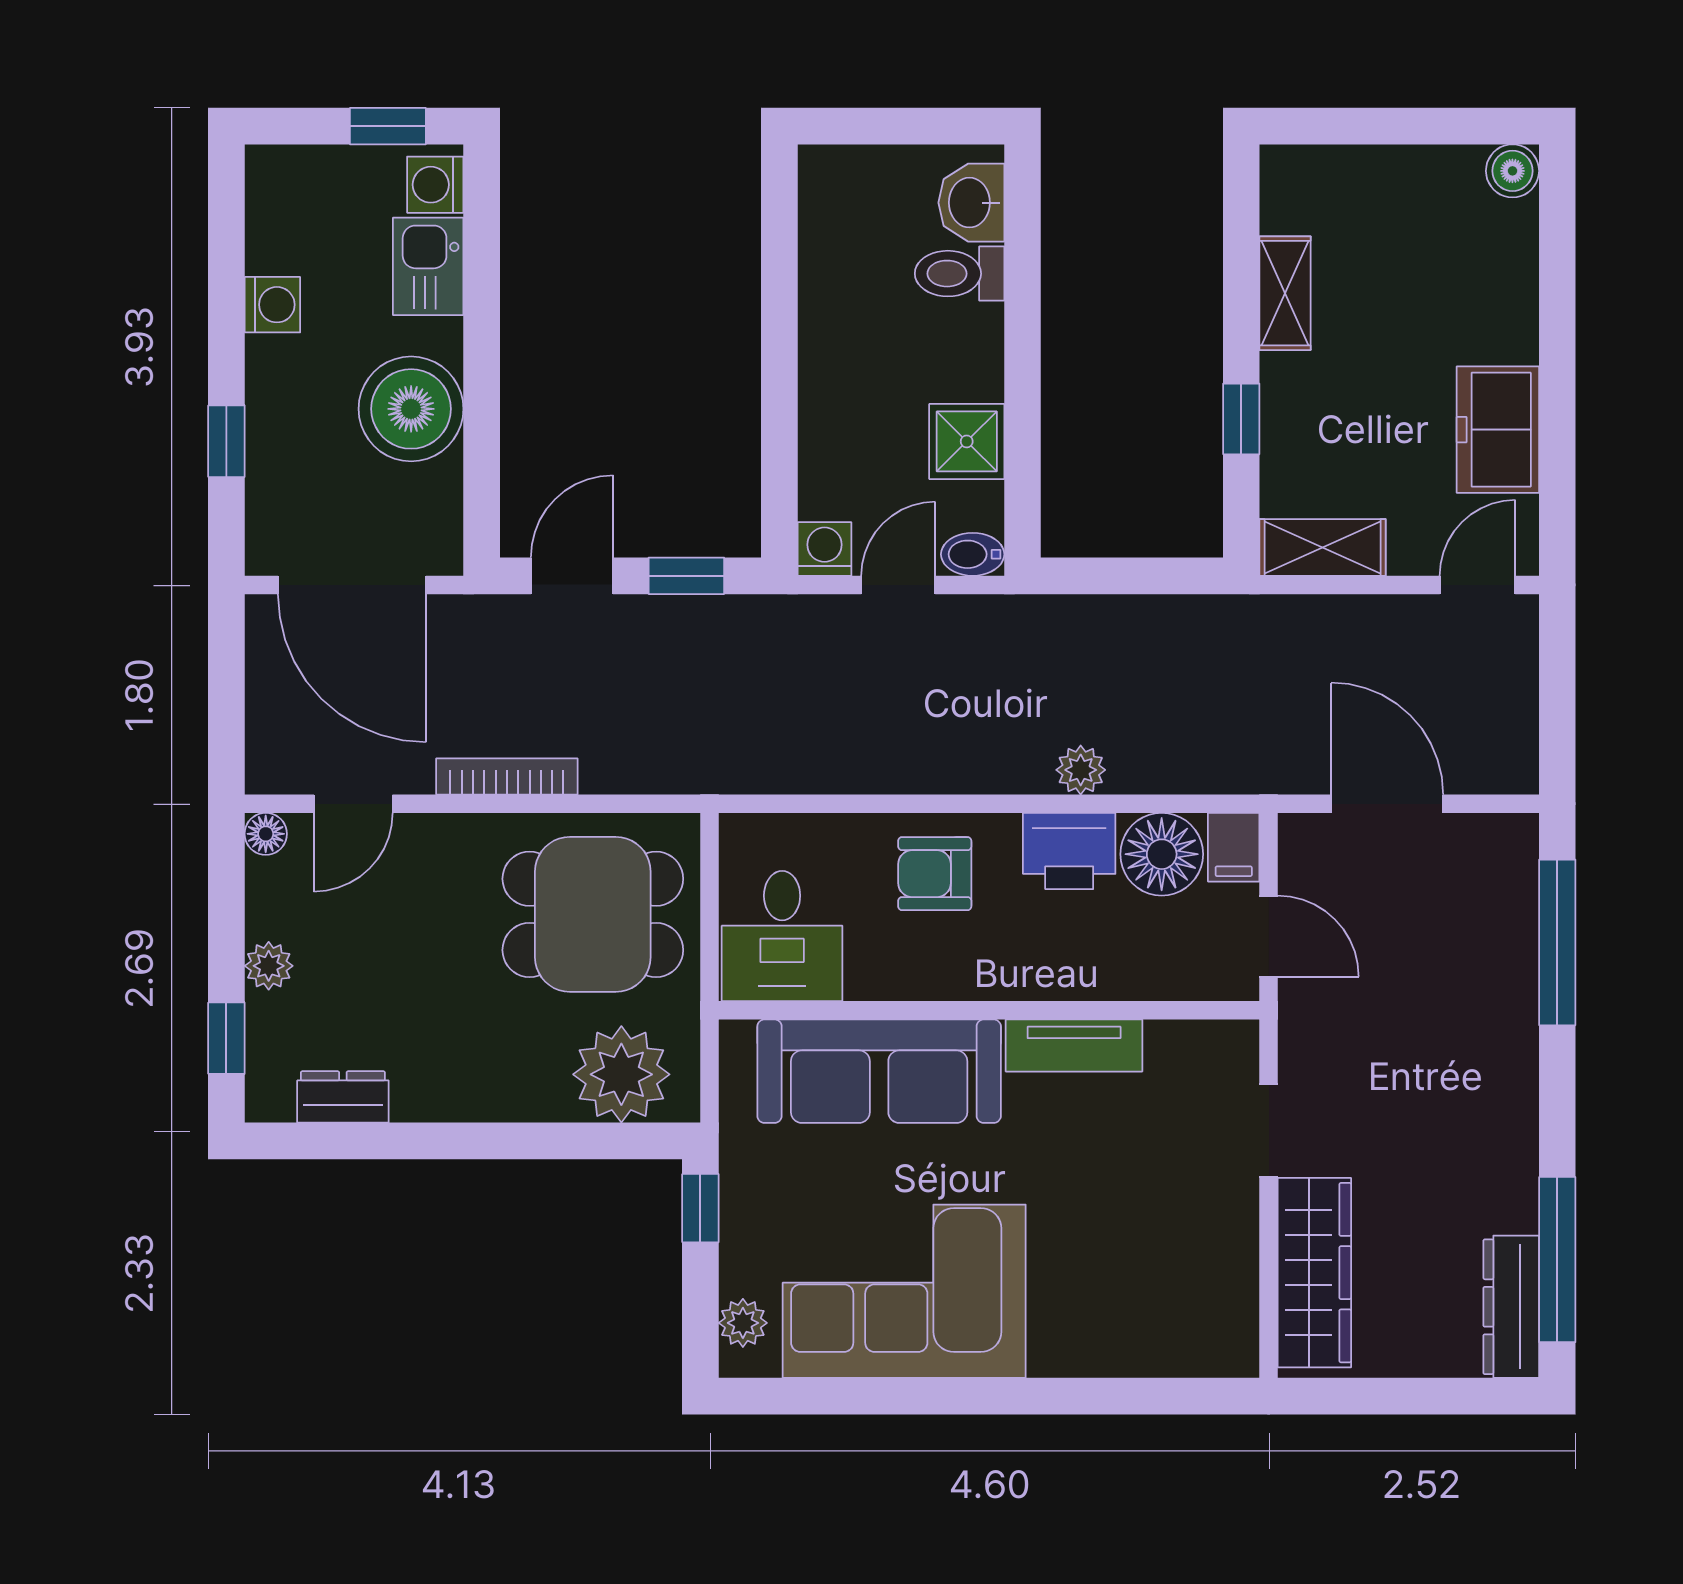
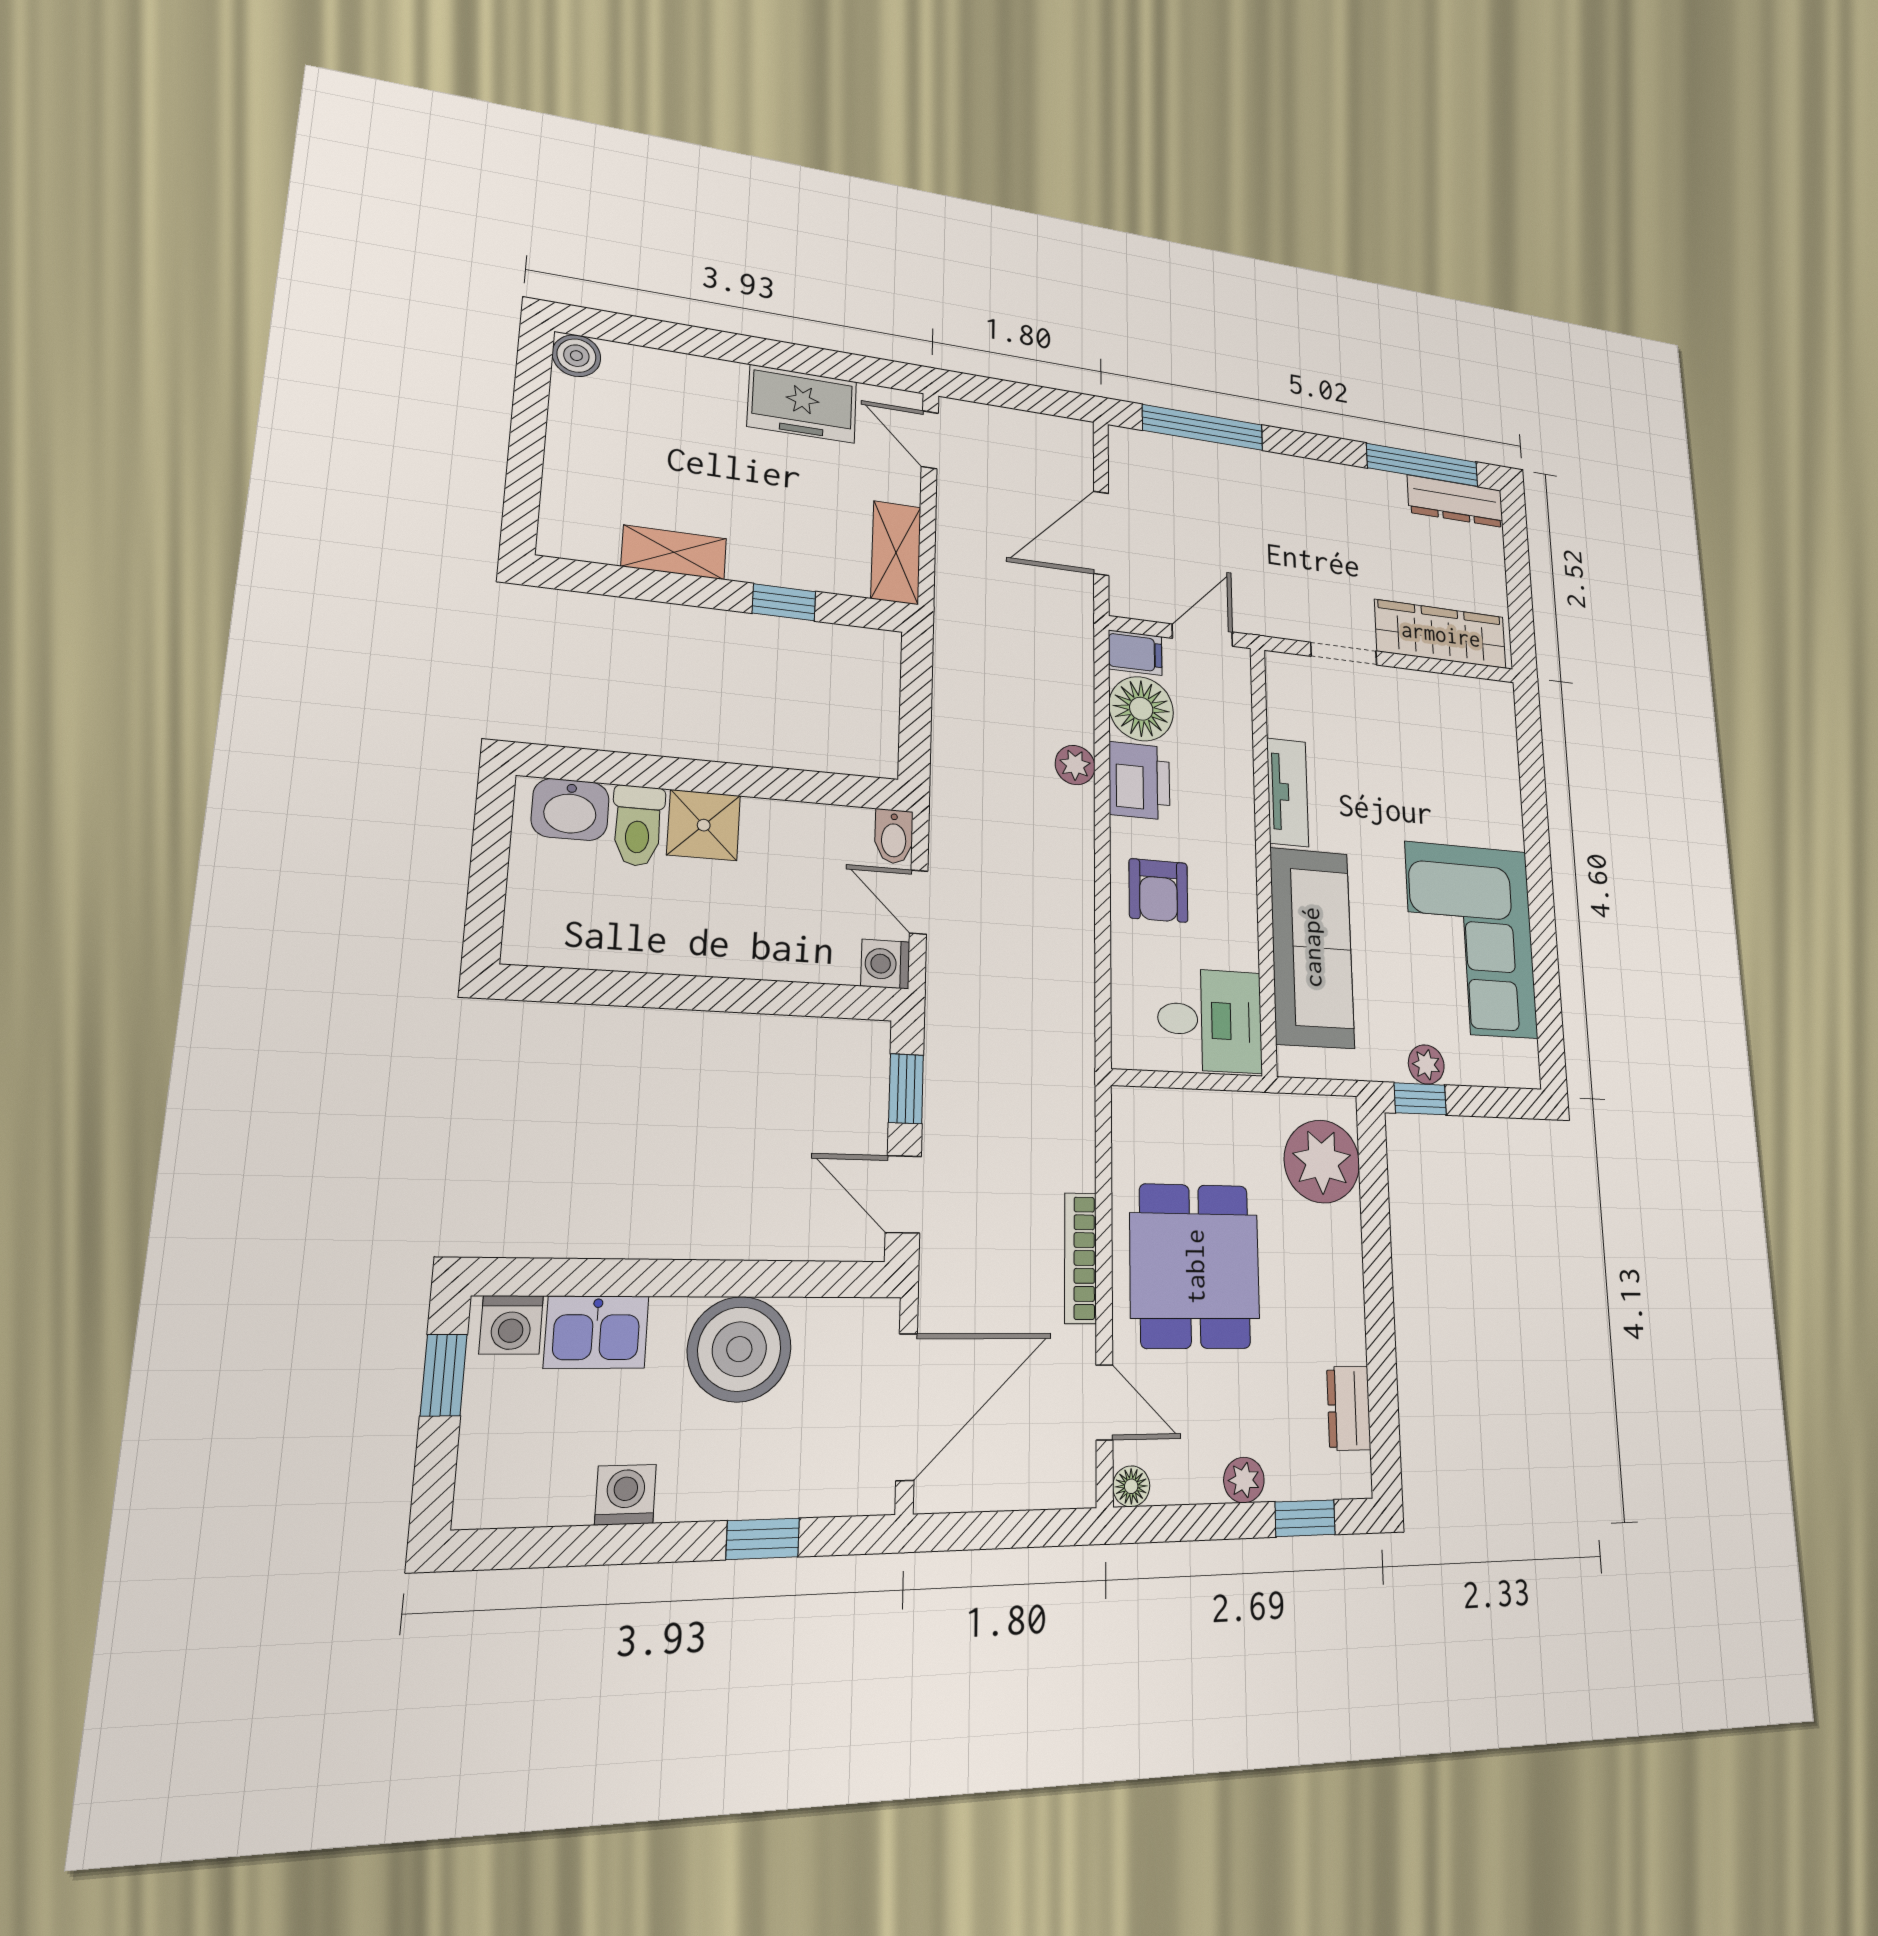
shower: (967, 441) -> (704, 825), moved
dining table: (593, 914) -> (1195, 1266), moved
plant: (743, 1323) -> (1426, 1064), moved

